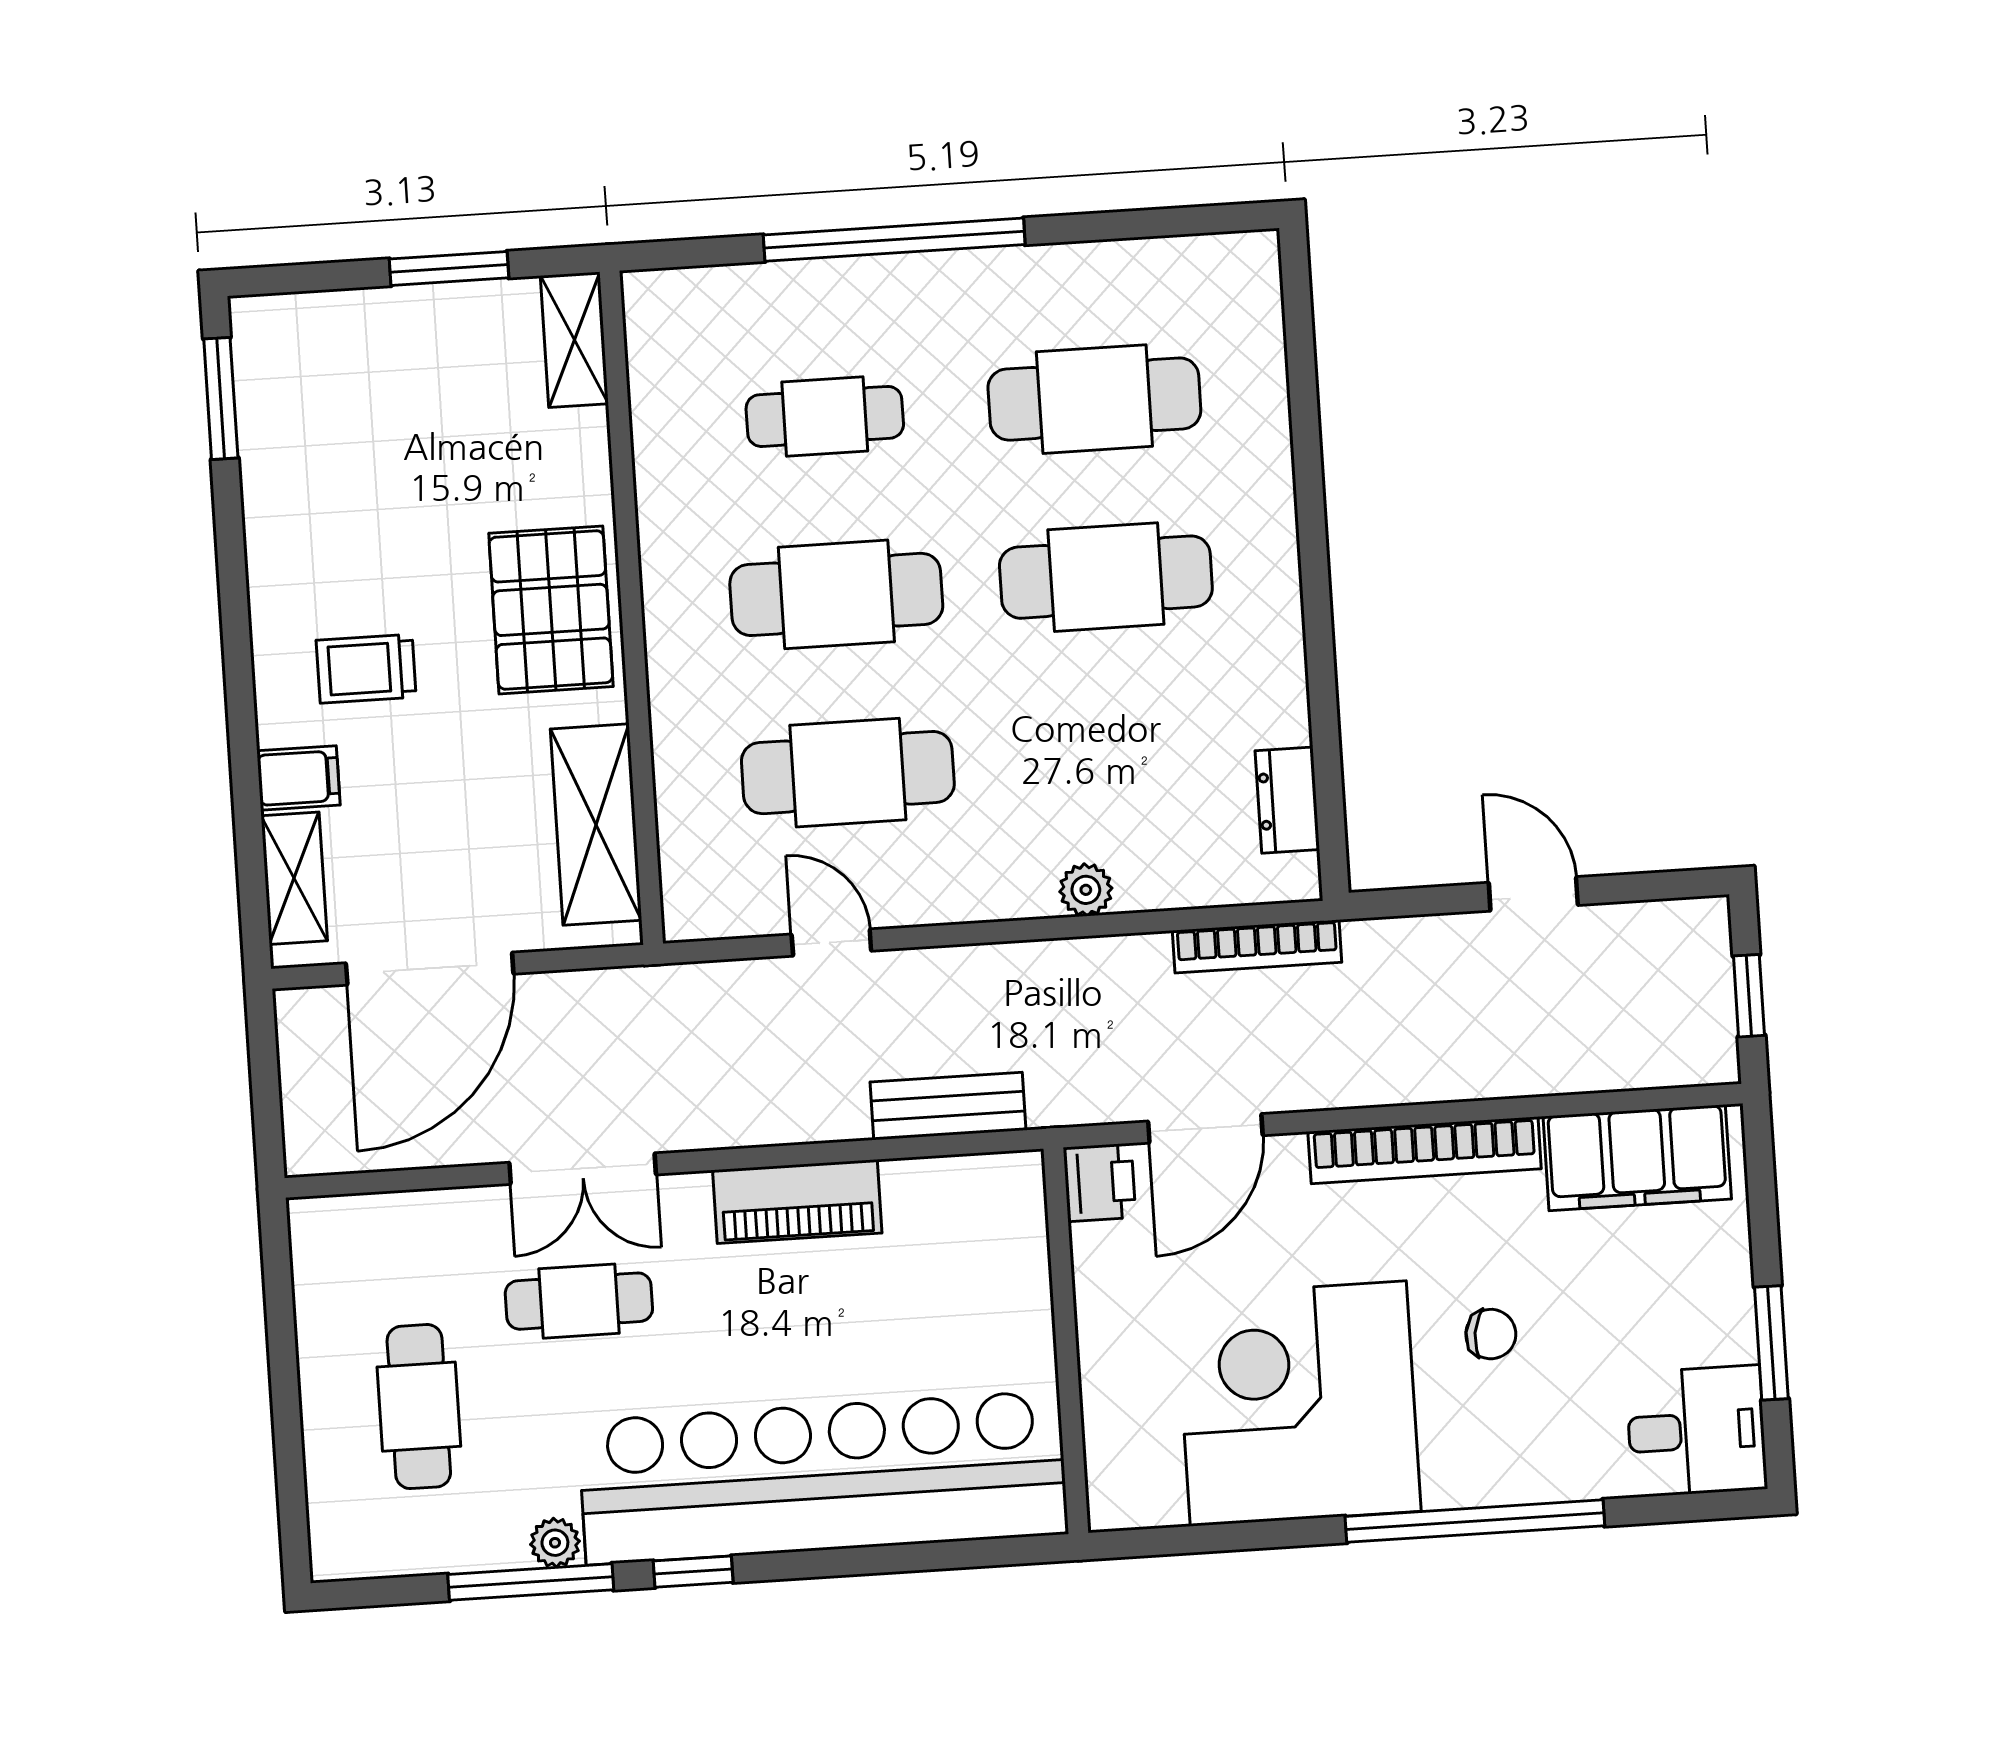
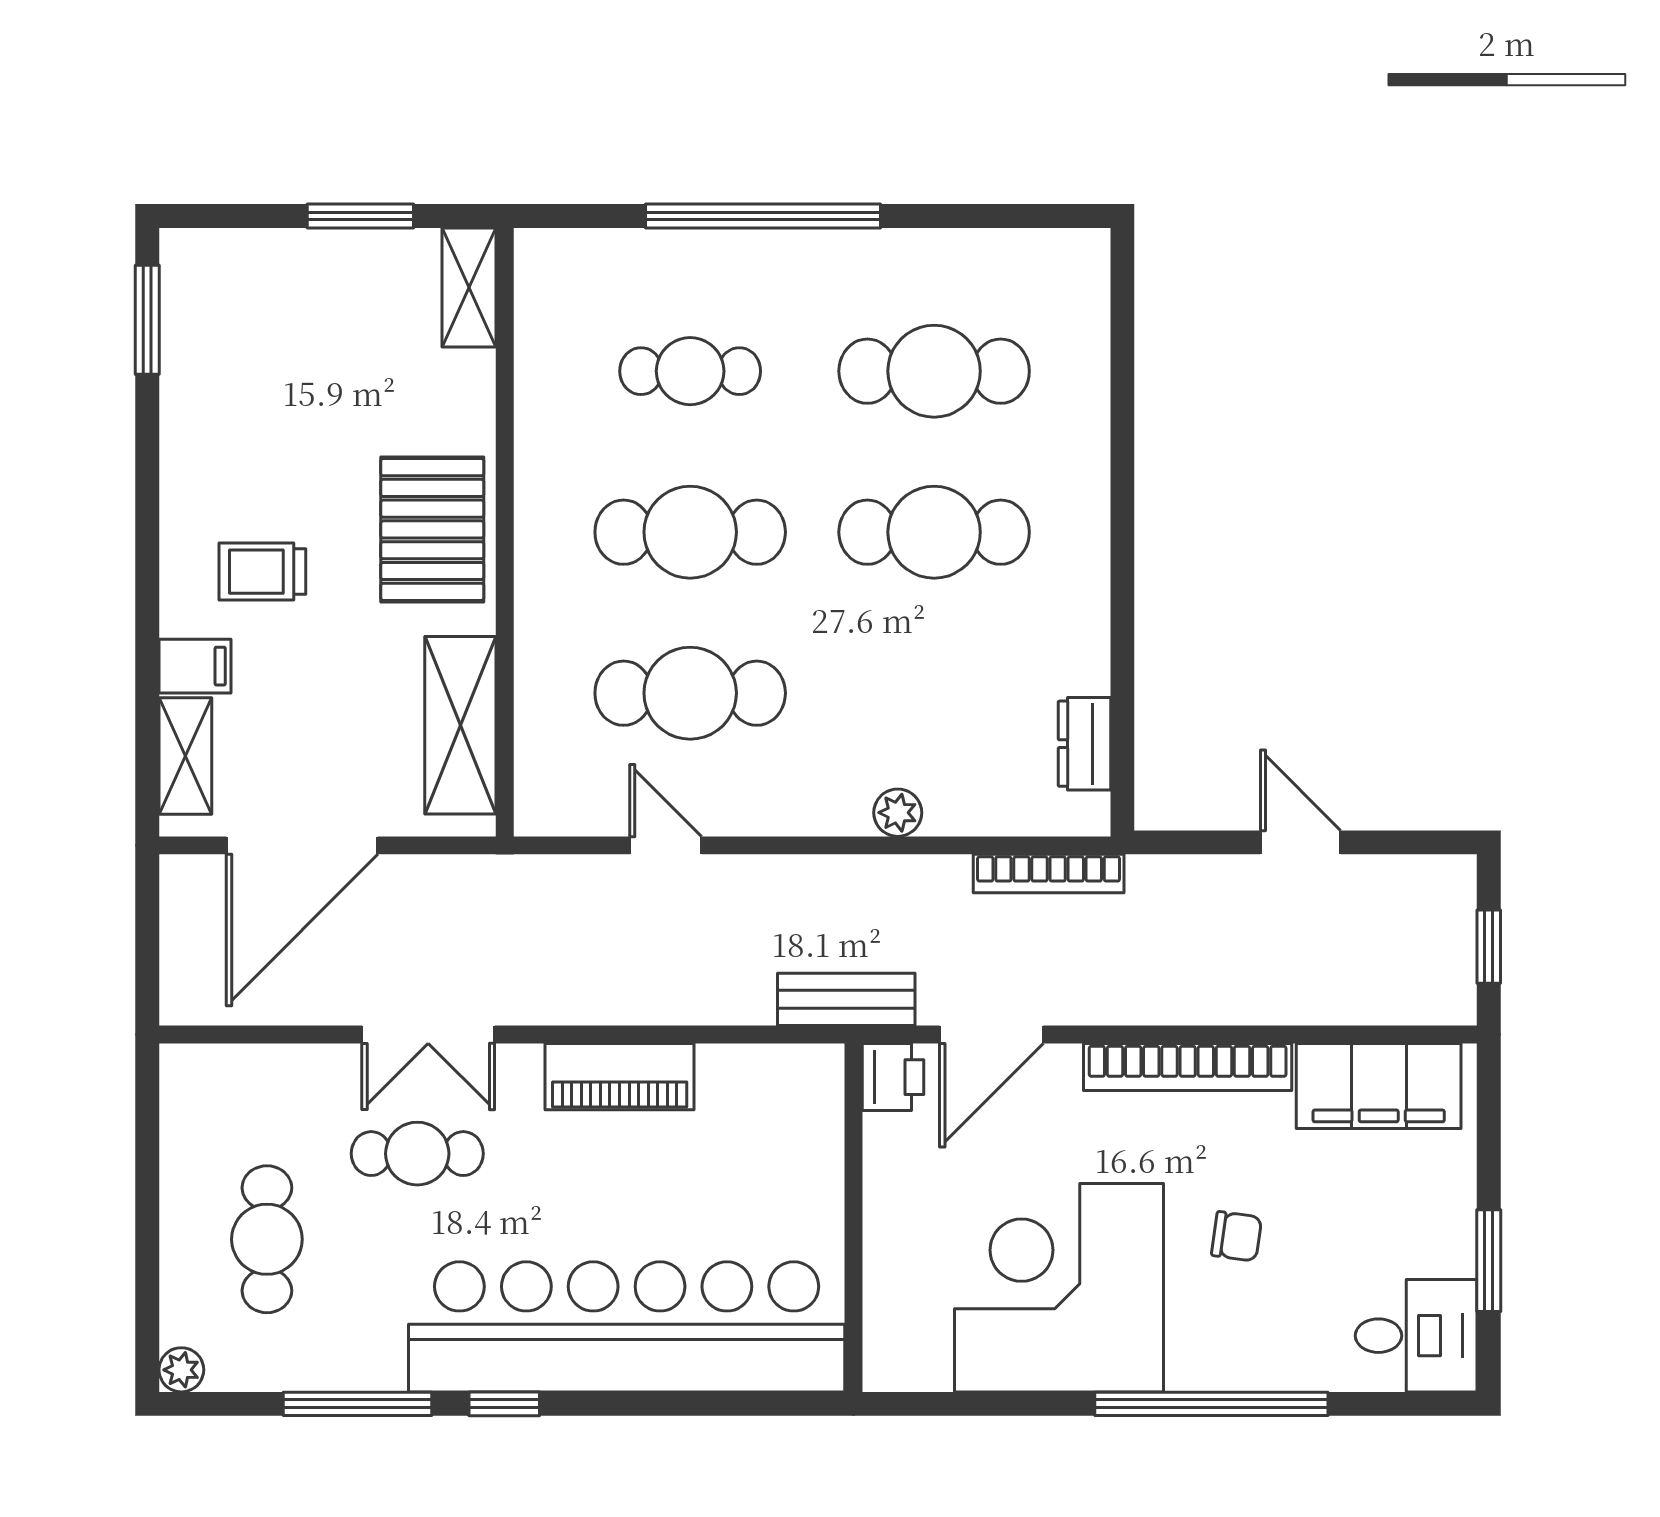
bench: (948, 1106) -> (846, 999), moved
plant: (555, 1543) -> (181, 1370), moved

